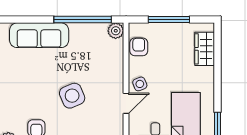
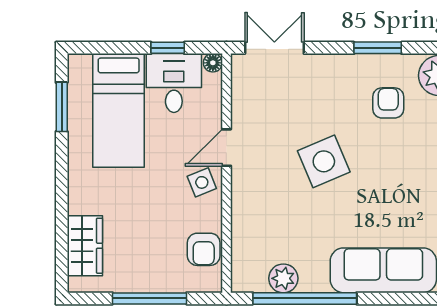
plant: (116, 31) -> (283, 278), moved

